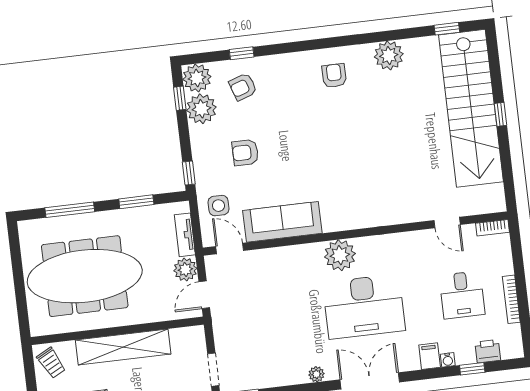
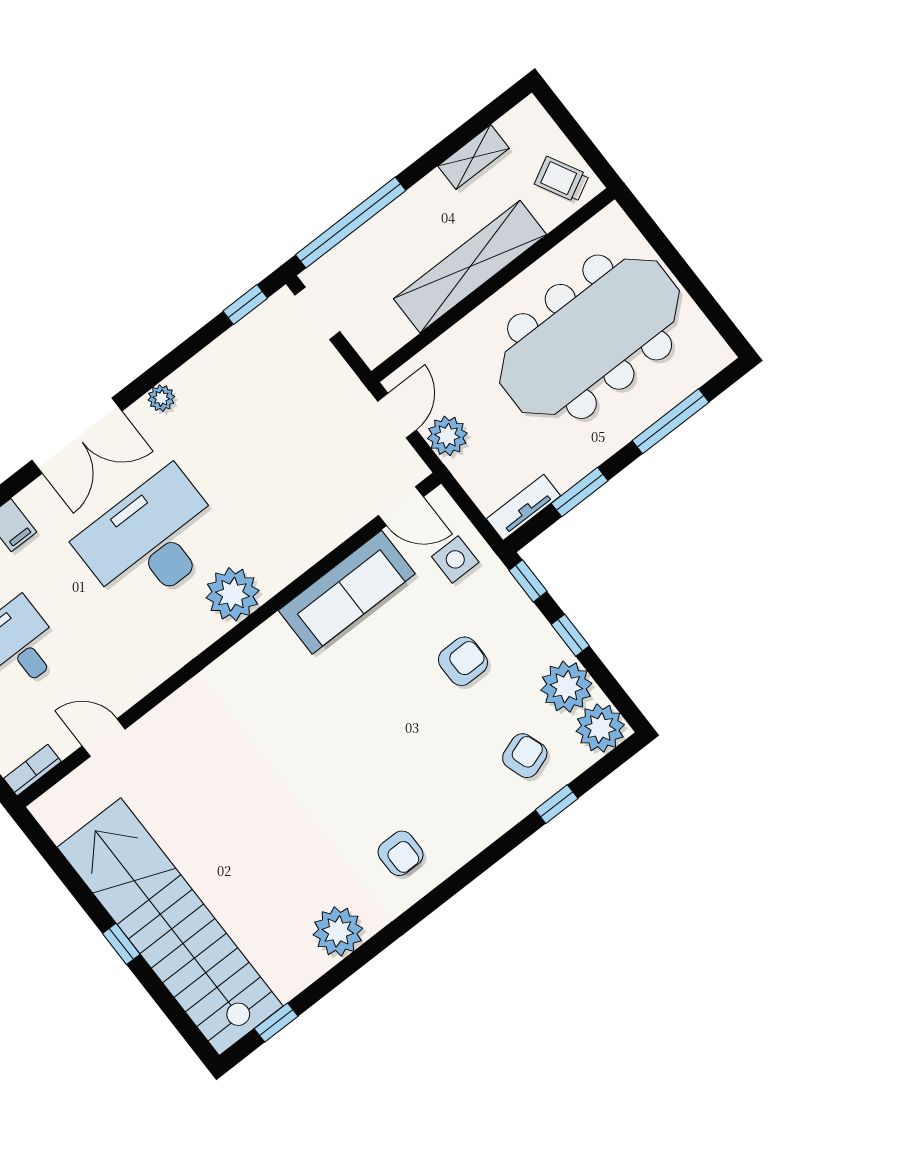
window: (180, 98) -> (570, 635), moved
tv unit: (185, 235) -> (523, 507), moved, turned -90

